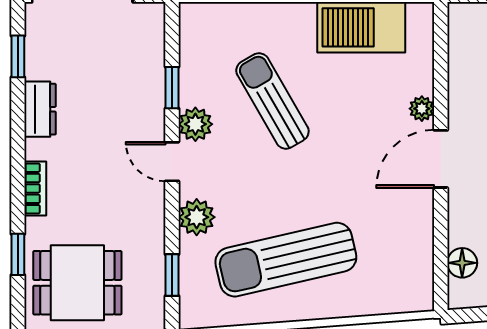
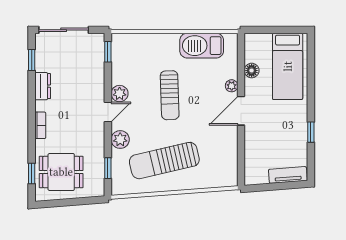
window: (172, 88) -> (108, 52), moved
sun lounger: (272, 101) -> (170, 95), moved, turned -152
door: (172, 162) -> (108, 112), swing flipped
window: (18, 254) -> (32, 174), moved
floor lamp: (462, 263) -> (252, 71), moved

